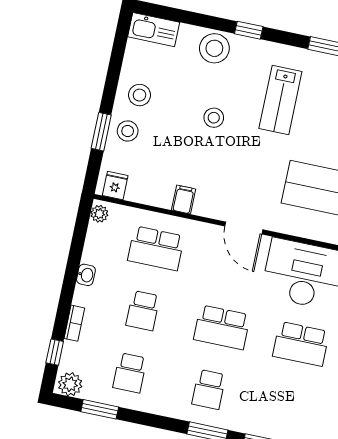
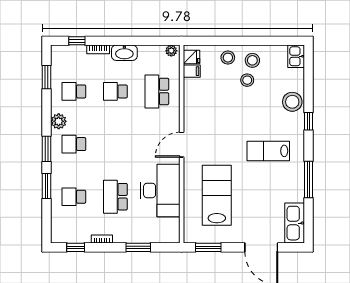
kitchen sink: (154, 30) -> (296, 56), width x0.73
stool: (214, 118) -> (247, 80), moved
window: (101, 132) -> (224, 41), removed
filing cabinet: (184, 199) -> (192, 71), moved
washbasin: (86, 275) -> (124, 53), width x1.91, depth x1.45
school desk: (222, 327) -> (74, 197), moved, width x0.54
plant: (70, 384) -> (59, 121), moved

